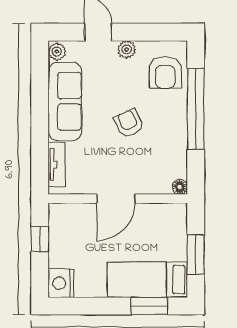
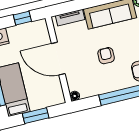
armchair: (129, 123) -> (106, 56), turned -64
door: (116, 199) -> (58, 59), width x1.36

